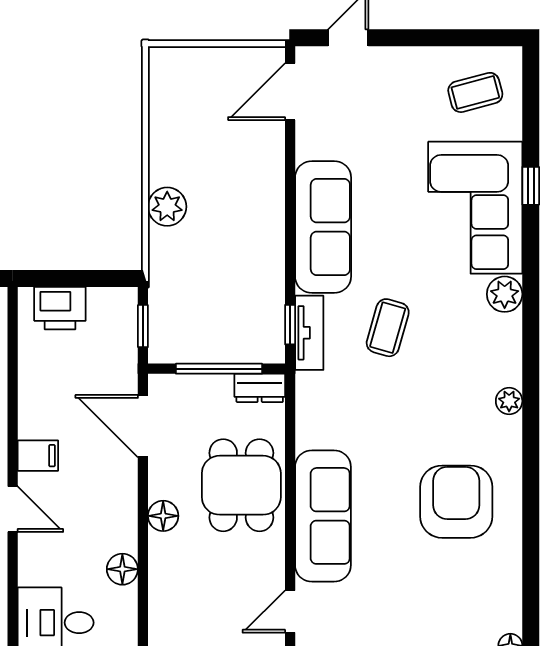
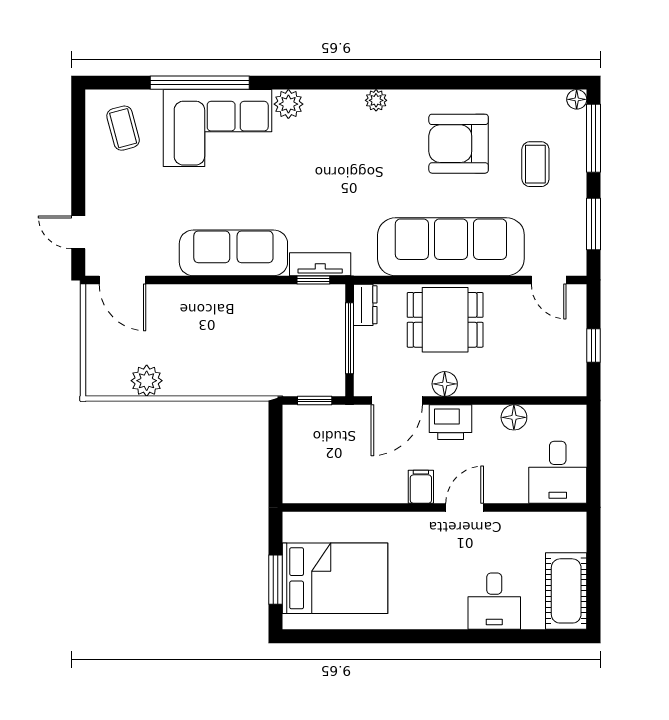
window: (531, 186) -> (200, 83), width x3.17
plant: (167, 207) -> (147, 381), moved
printer: (60, 308) -> (451, 422), moved, turned 90
coffee table: (388, 328) -> (535, 164), moved, turned 74
floor lamp: (163, 516) -> (445, 384), moved
sofa: (323, 516) -> (451, 247), width x1.36, depth x1.27

